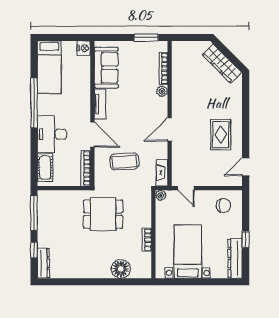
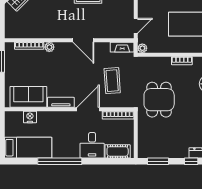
nightstand: (84, 48) -> (30, 117), moved
desk: (52, 134) -> (92, 145), width x0.73
window: (34, 213) -> (158, 161), width x0.69

